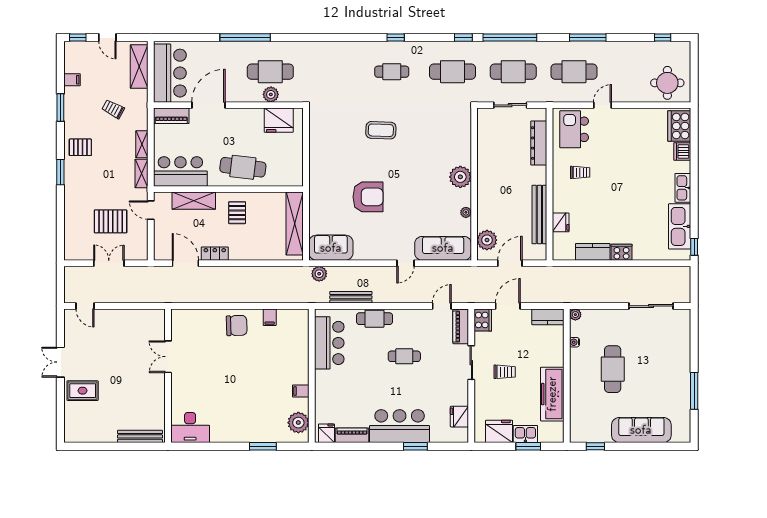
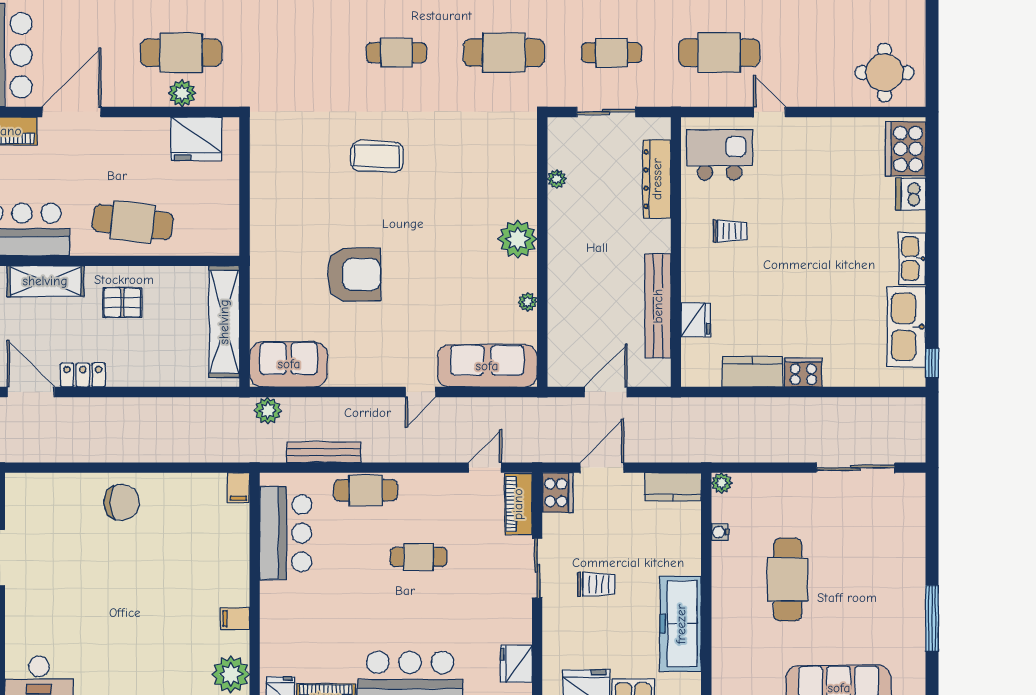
cafe table: (513, 72) -> (612, 53), width x0.73, depth x0.74
door: (602, 105) -> (770, 112), hinge flipped
kitchen island: (574, 129) -> (719, 155), turned 90
pallet: (237, 213) -> (122, 303), turned 90
plant: (487, 240) -> (557, 179), moved, width x0.53, depth x0.53
filing cabinet: (270, 317) -> (238, 488), moved

